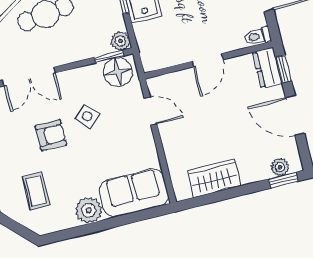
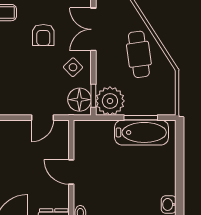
plant: (120, 41) -> (110, 101), width x1.87, depth x1.87
side table: (87, 116) -> (73, 67), moved

